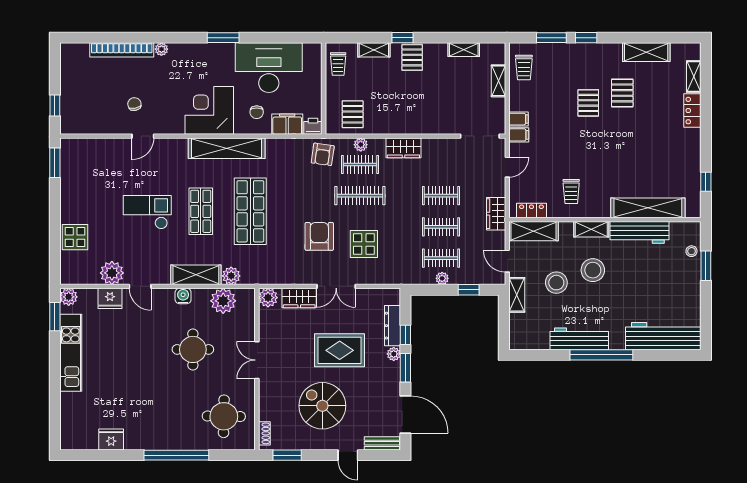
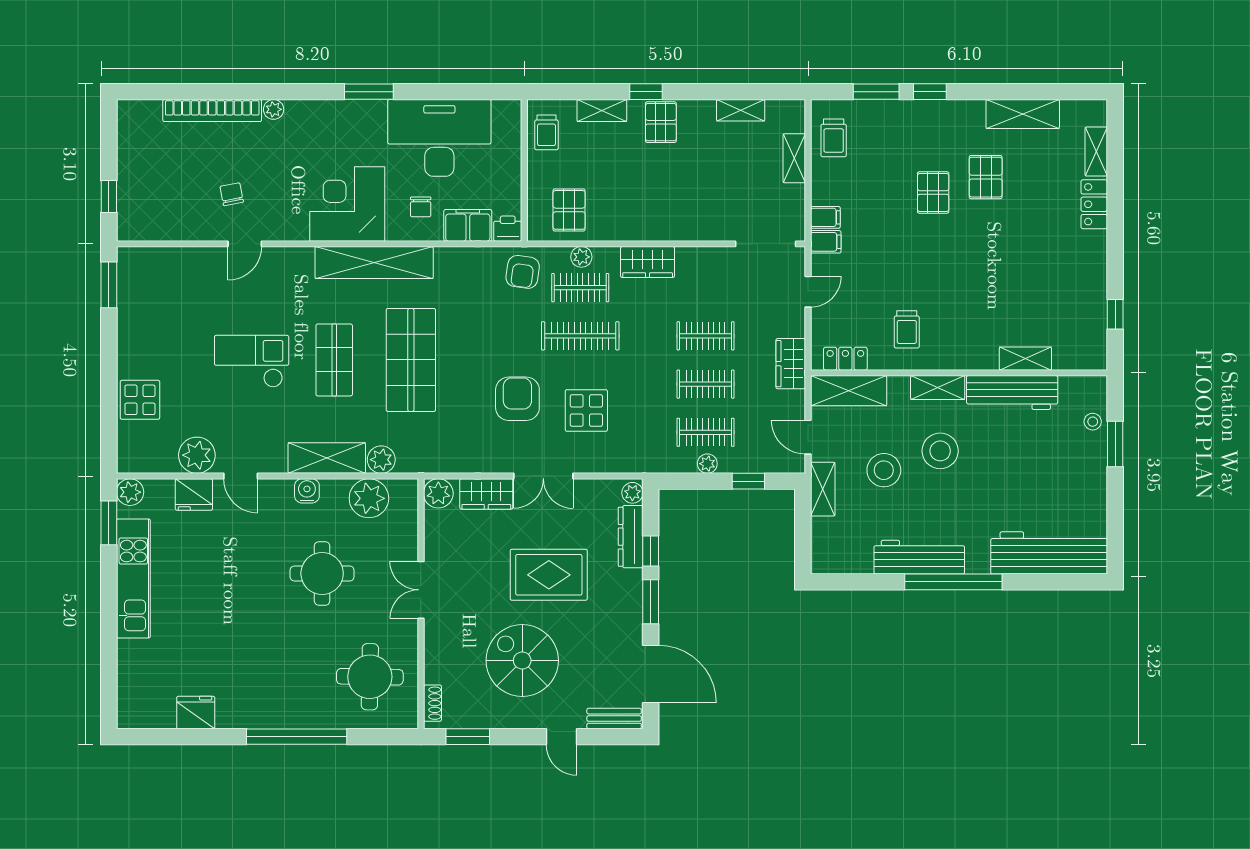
shelving: (648, 208) -> (1025, 359), width x0.45, depth x0.75
plant: (394, 354) -> (632, 493), moved

